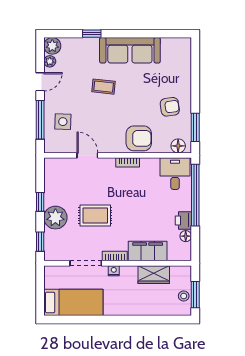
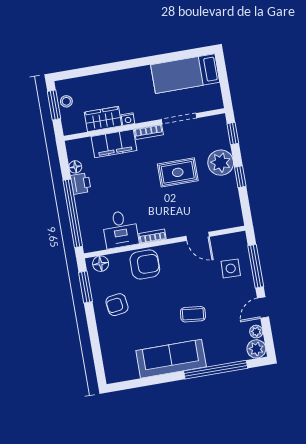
window: (92, 34) -> (216, 370), width x3.17
armchair: (139, 138) -> (145, 264), turned 180
desk: (175, 174) -> (120, 229), moved
nightstand: (114, 271) -> (128, 119), moved

